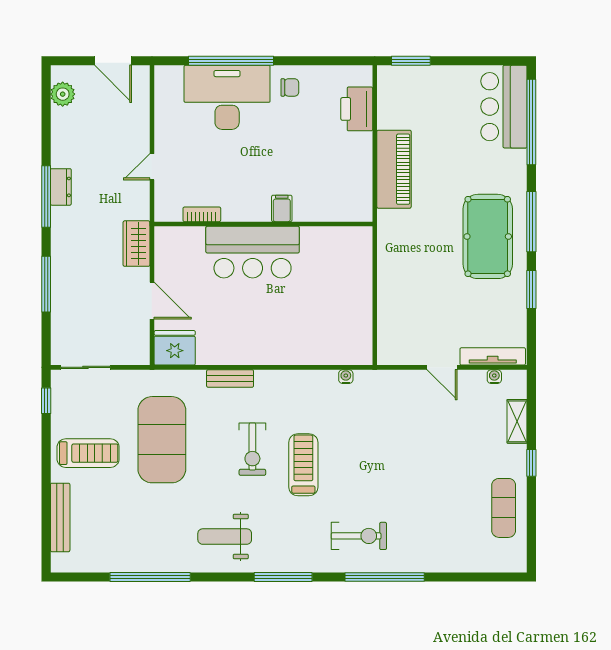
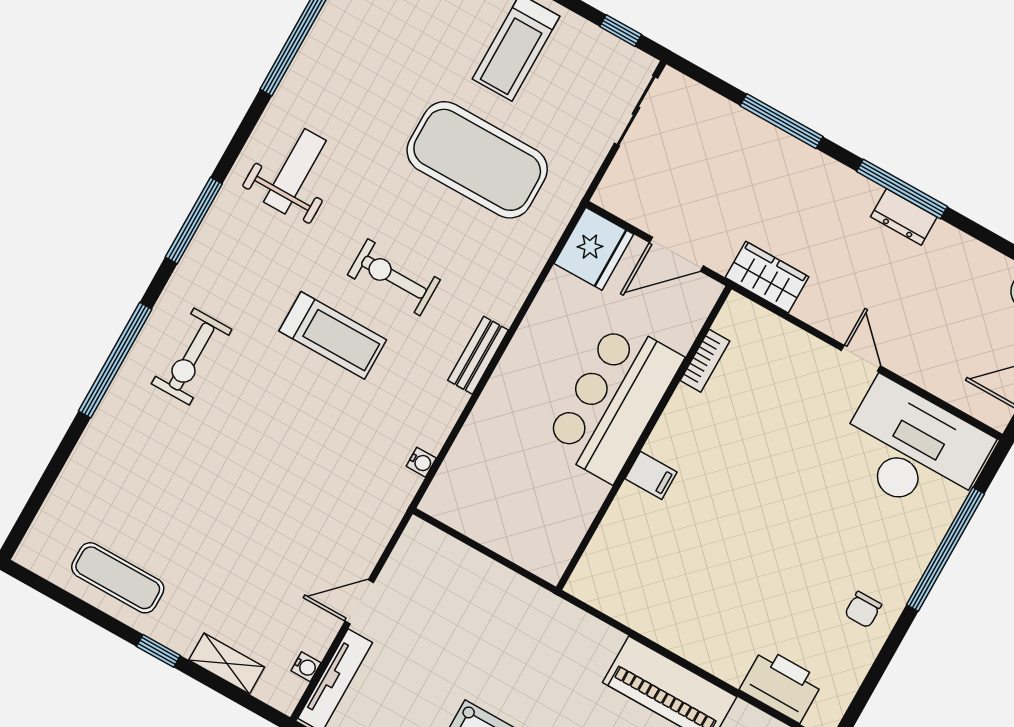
desk: (227, 97) -> (913, 450), moved, turned -90
filing cabinet: (282, 208) -> (651, 475), moved
bookcase: (202, 214) -> (705, 361), moved
wall: (263, 224) -> (644, 438), moved
bar counter: (253, 252) -> (613, 401), moved
bench: (230, 379) -> (478, 355), moved

